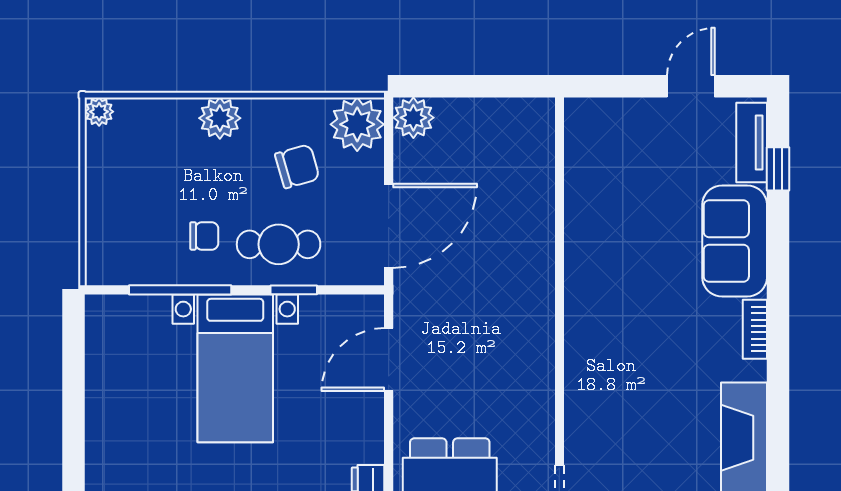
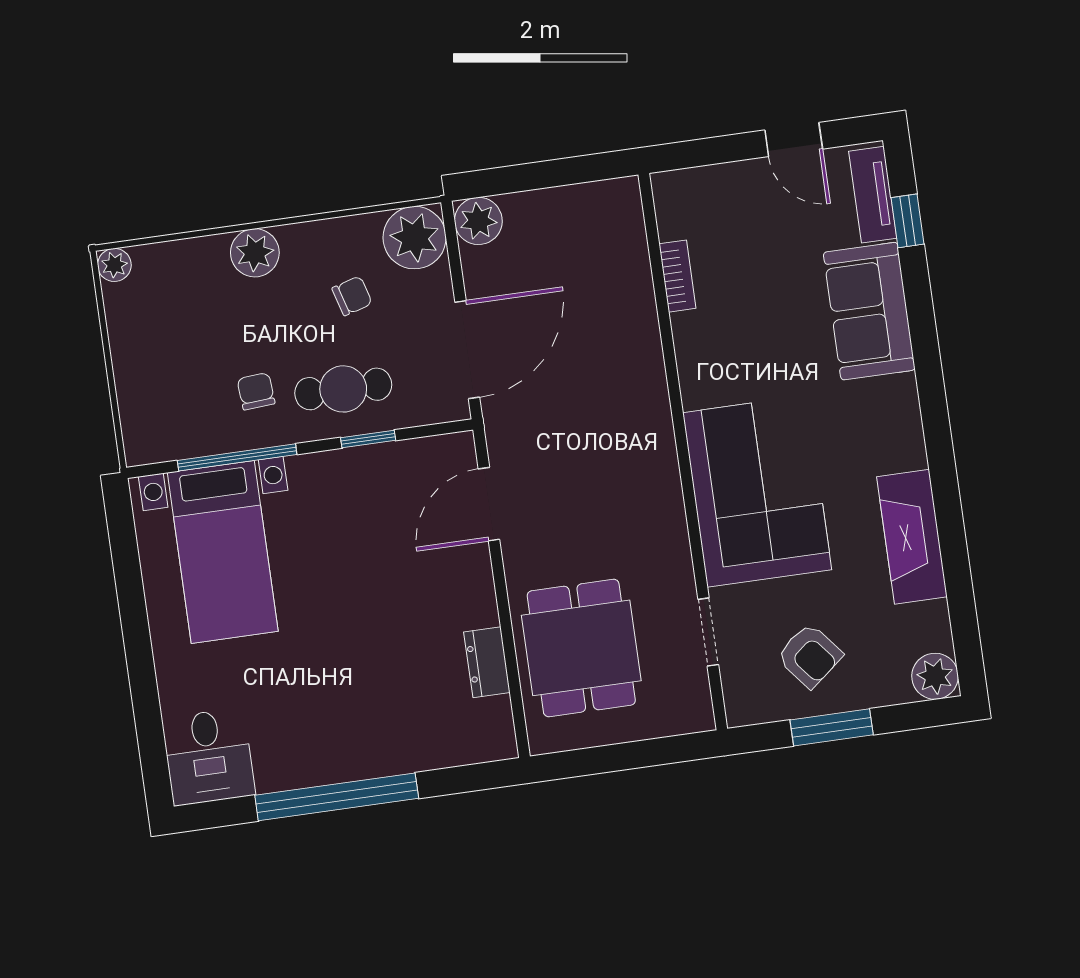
door: (691, 86) -> (794, 140), swing flipped
chair: (297, 166) -> (352, 296), width x0.73, depth x0.73
chair: (204, 236) -> (256, 391), turned -94
bookcase: (755, 329) -> (677, 276), moved, turned 180
bed with nightstands: (235, 368) -> (223, 552), moved
corner sofa: (618, 381) -> (757, 491), added

